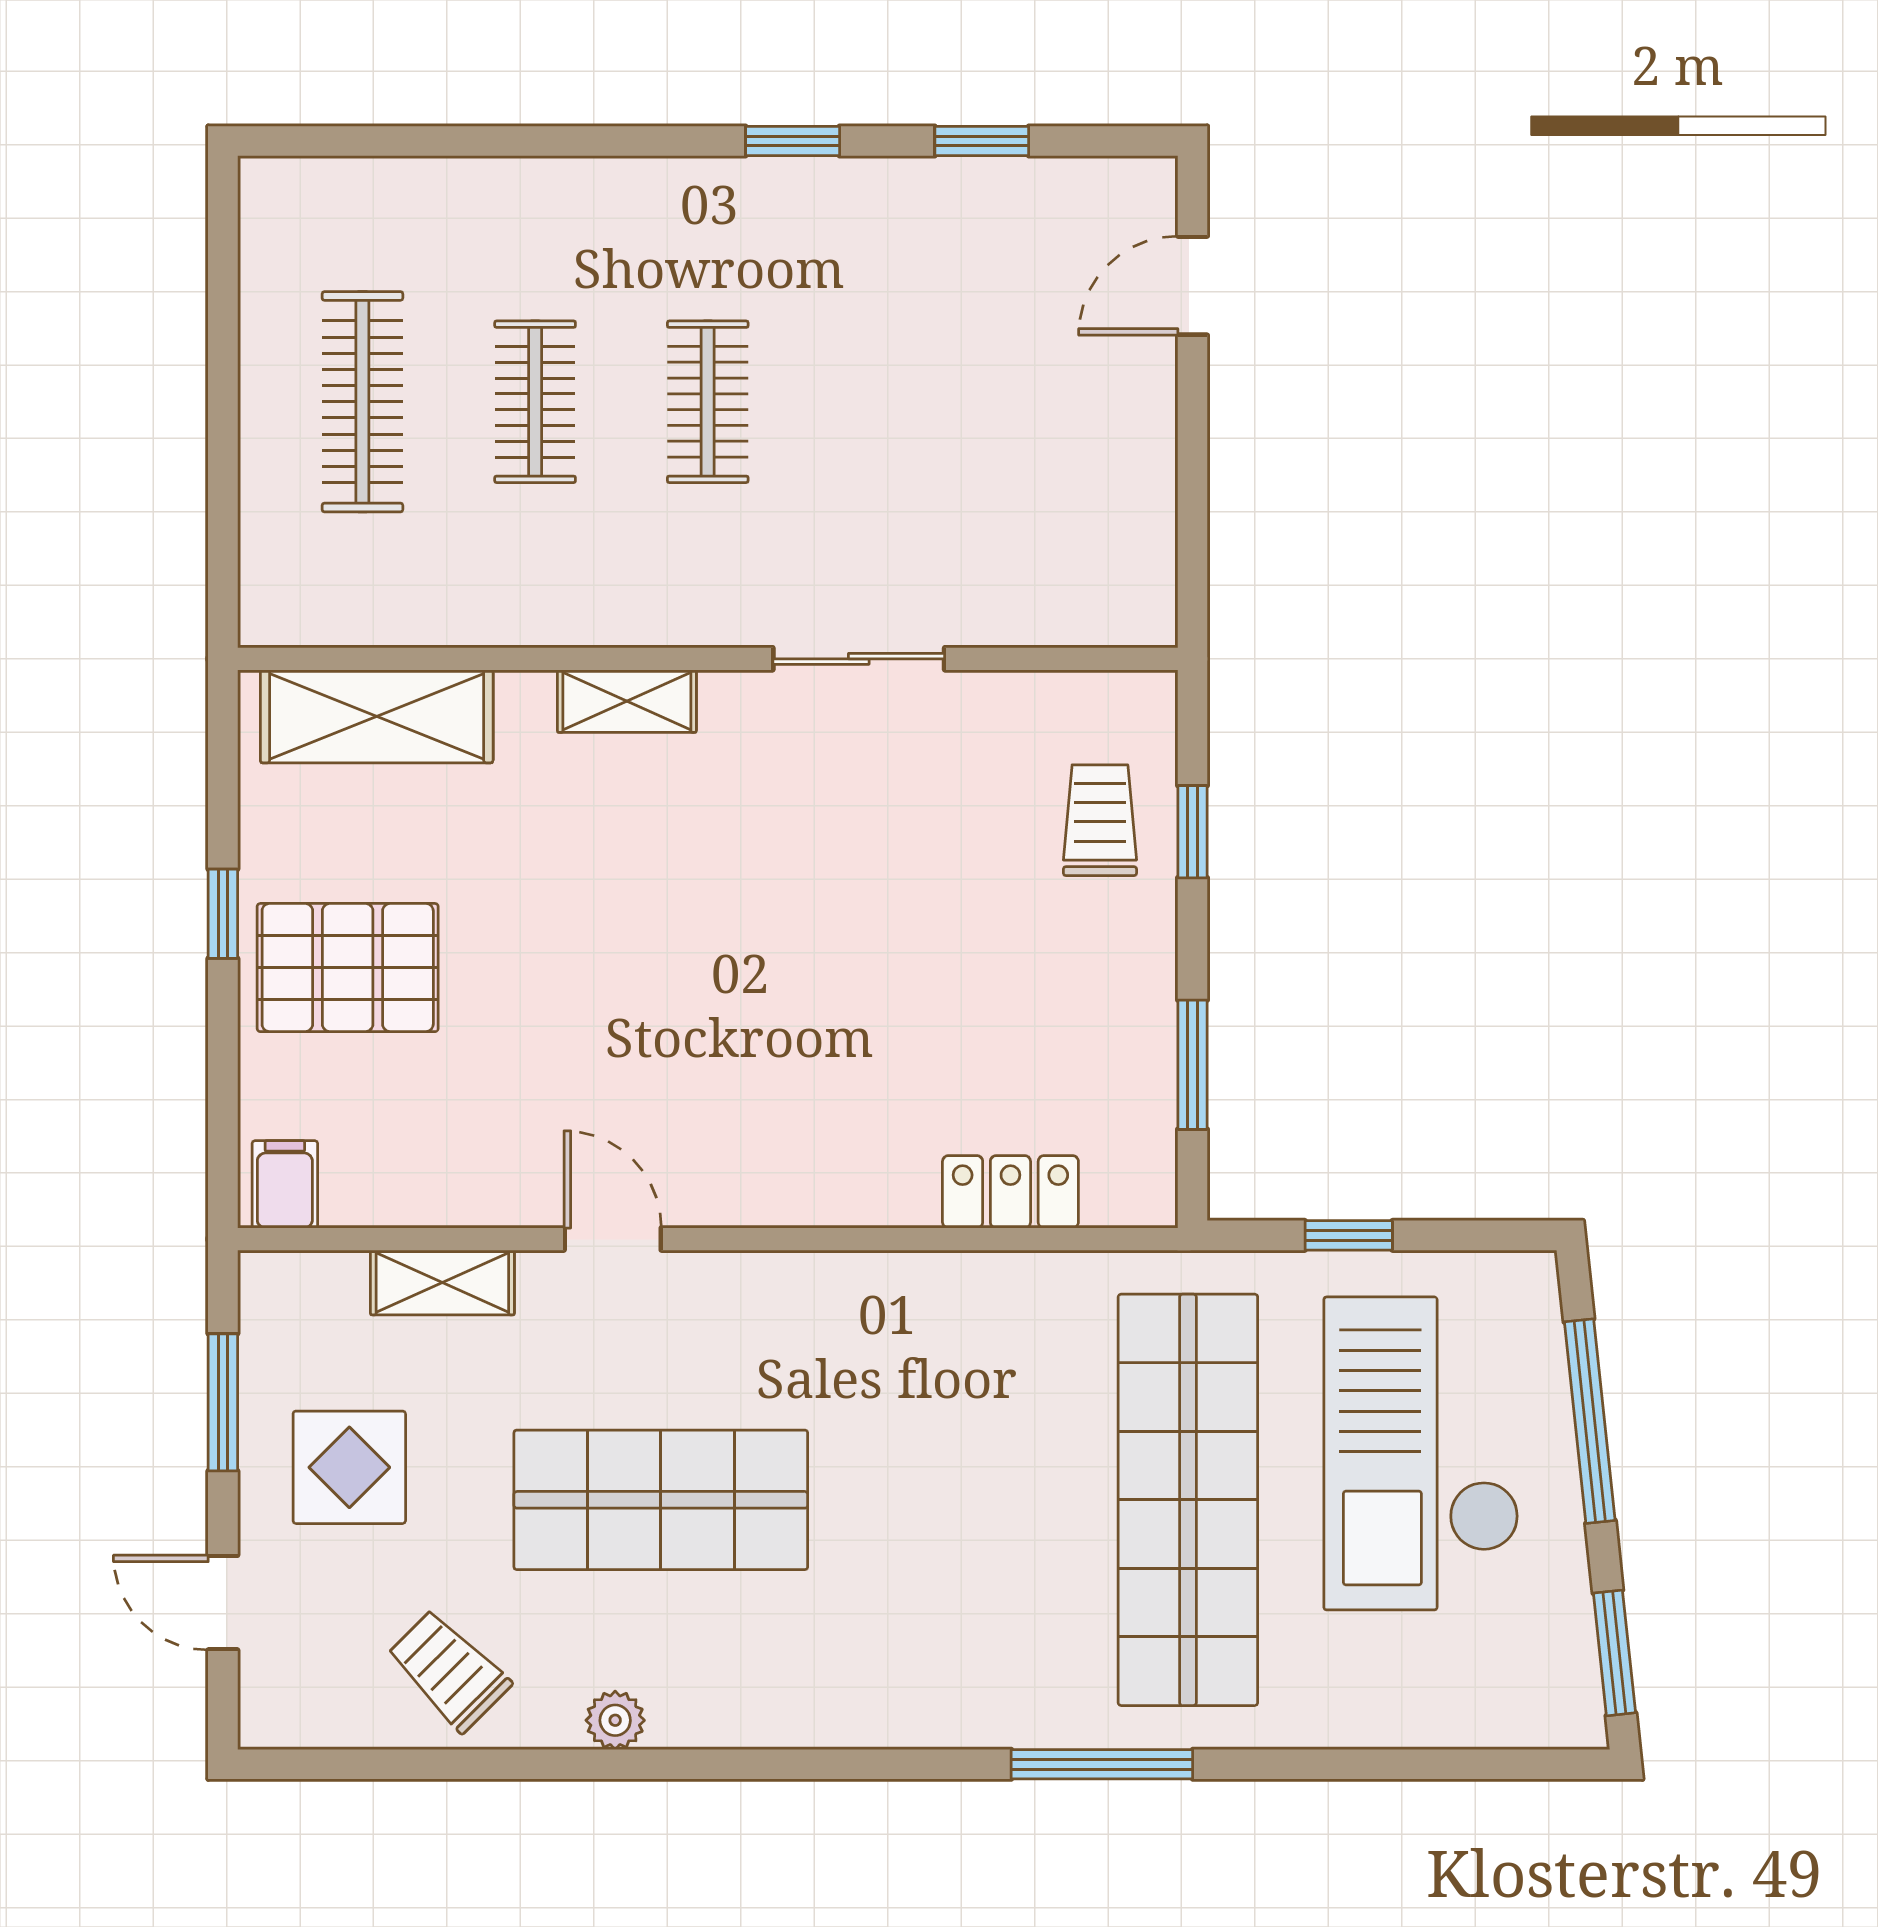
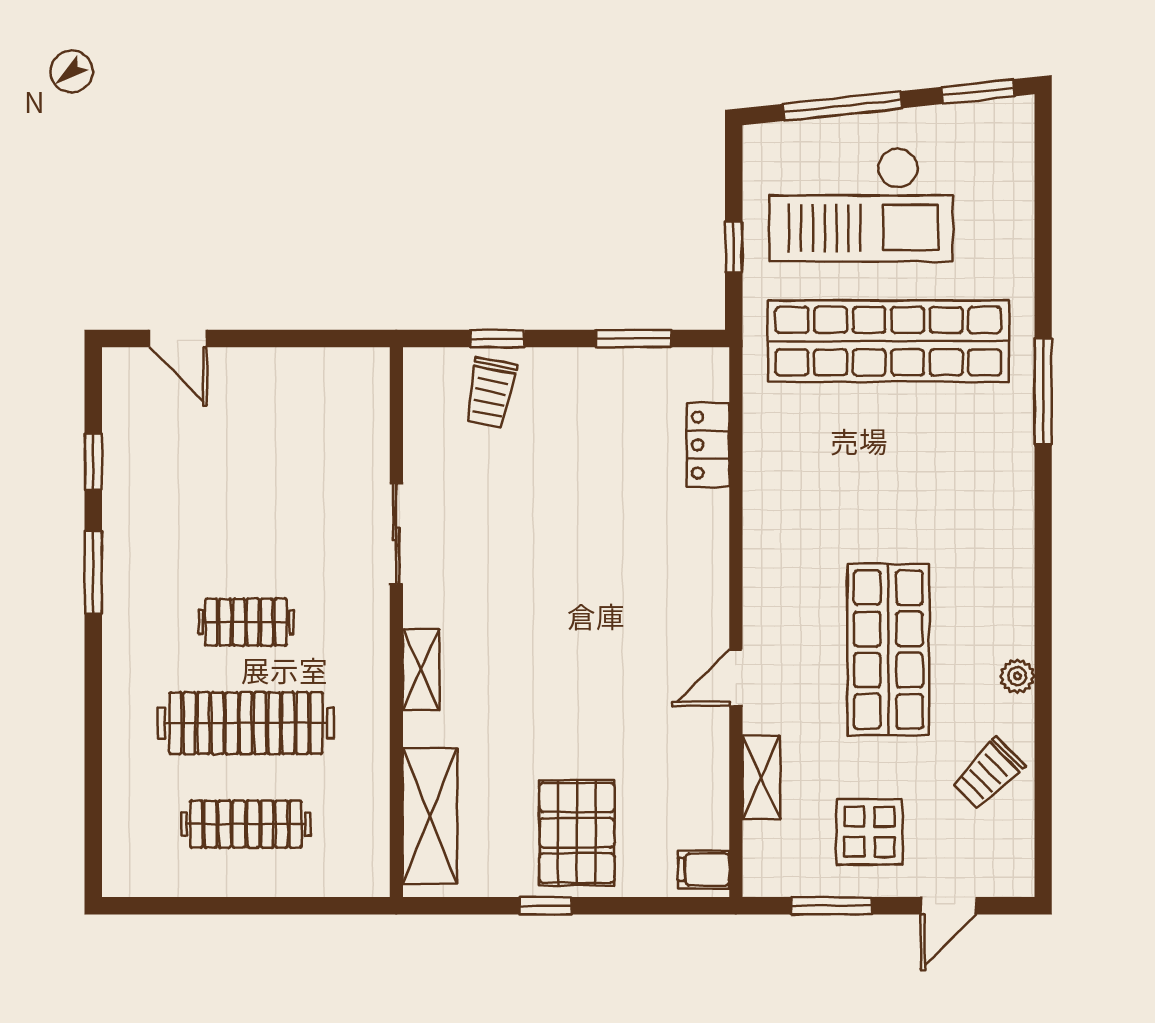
window: (793, 141) -> (93, 572), width x1.50
clothes rail: (535, 402) -> (246, 723), width x1.86, depth x1.31
trolley: (1100, 820) -> (491, 393), turned -79

